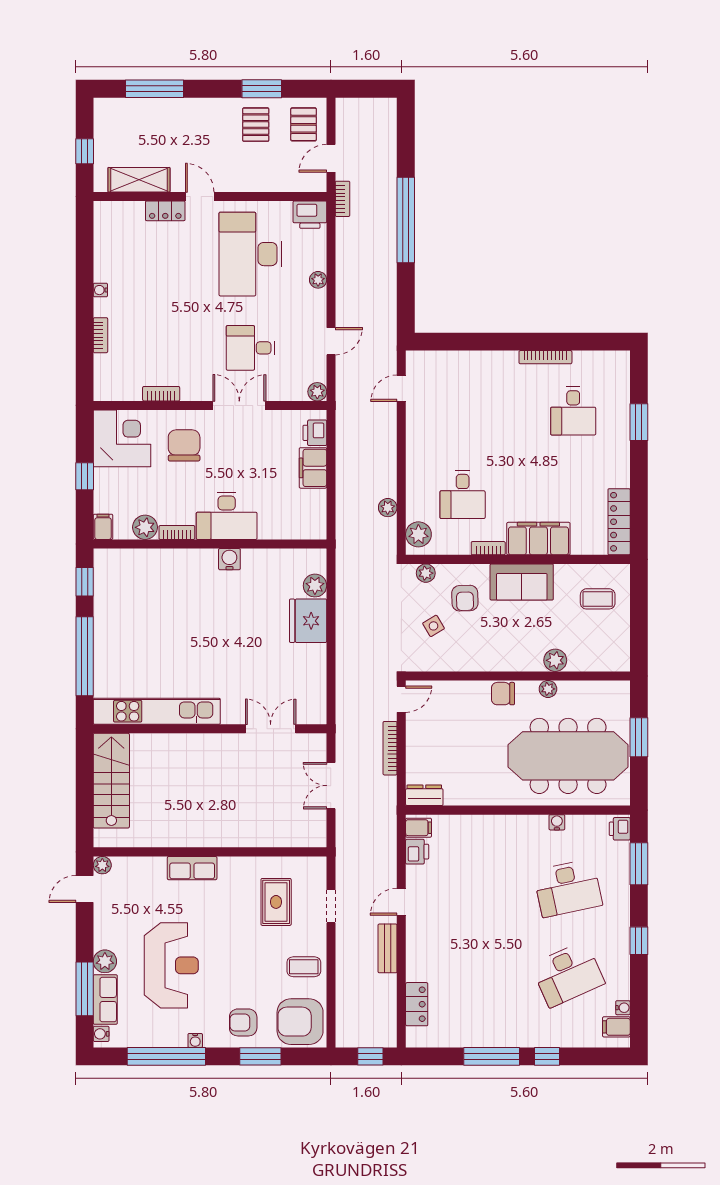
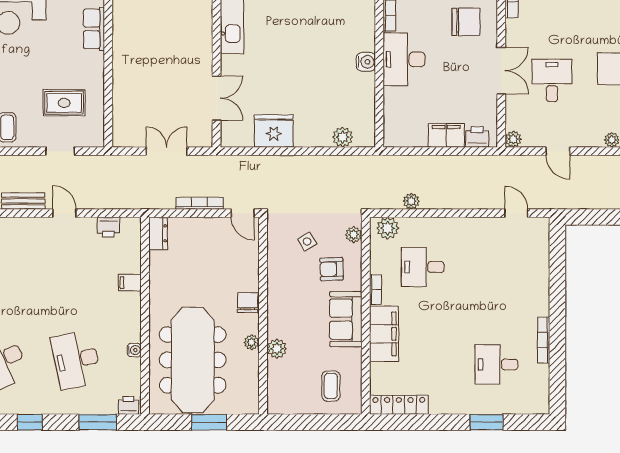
fridge: (308, 621) -> (274, 131), moved
filing cabinet: (419, 828) -> (130, 283), moved, turned 90

